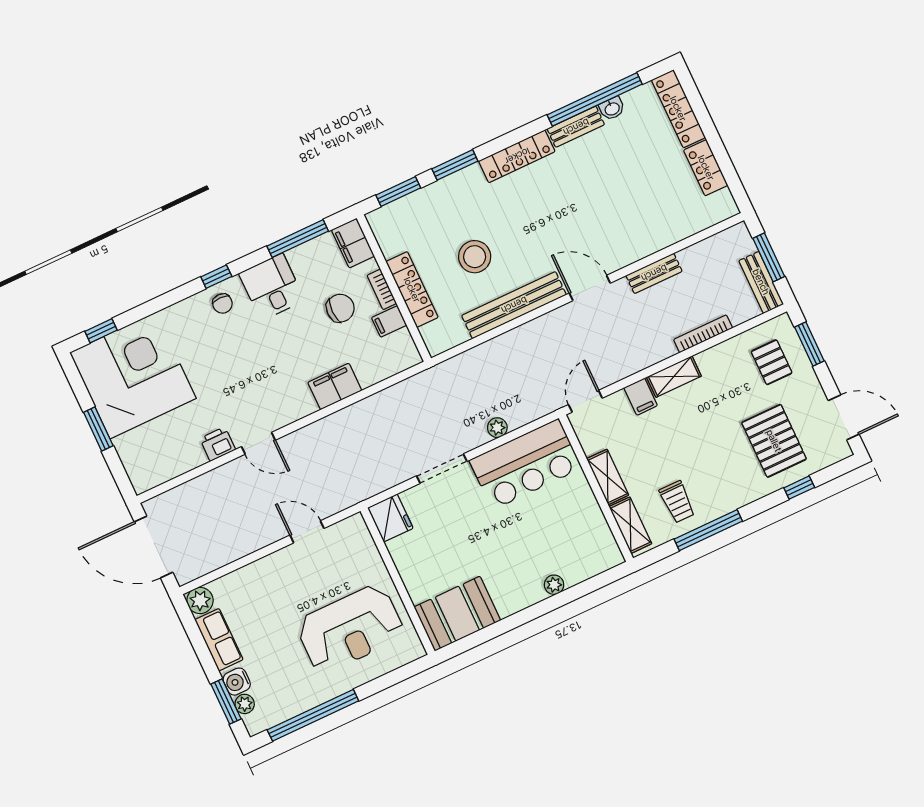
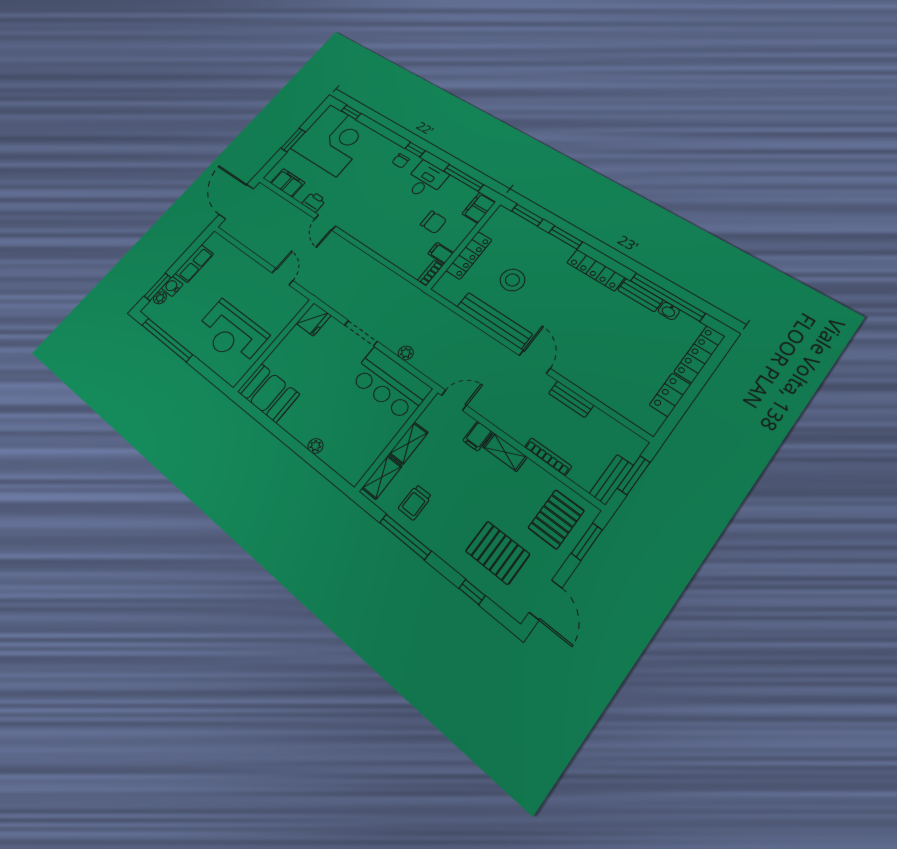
bookcase: (382, 289) -> (430, 273), moved
pallet: (772, 362) -> (556, 519), width x1.50, depth x1.42
filing cabinet: (335, 386) -> (288, 183), moved
pallet: (774, 441) -> (498, 553), turned 90
plant: (200, 601) -> (214, 242), removed

